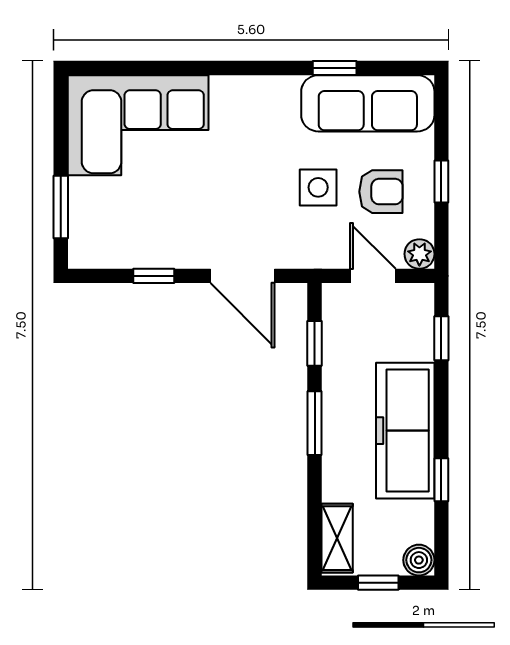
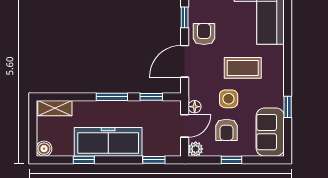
sofa: (368, 103) -> (270, 132), width x0.73
coffee table: (256, 159) -> (243, 68), added
armchair: (187, 237) -> (204, 34), added
floor lamp: (334, 256) -> (195, 107), added
window: (378, 583) -> (33, 129), removed

